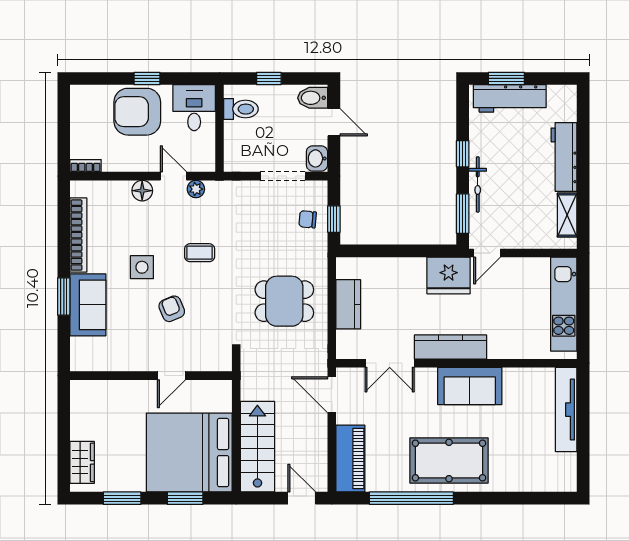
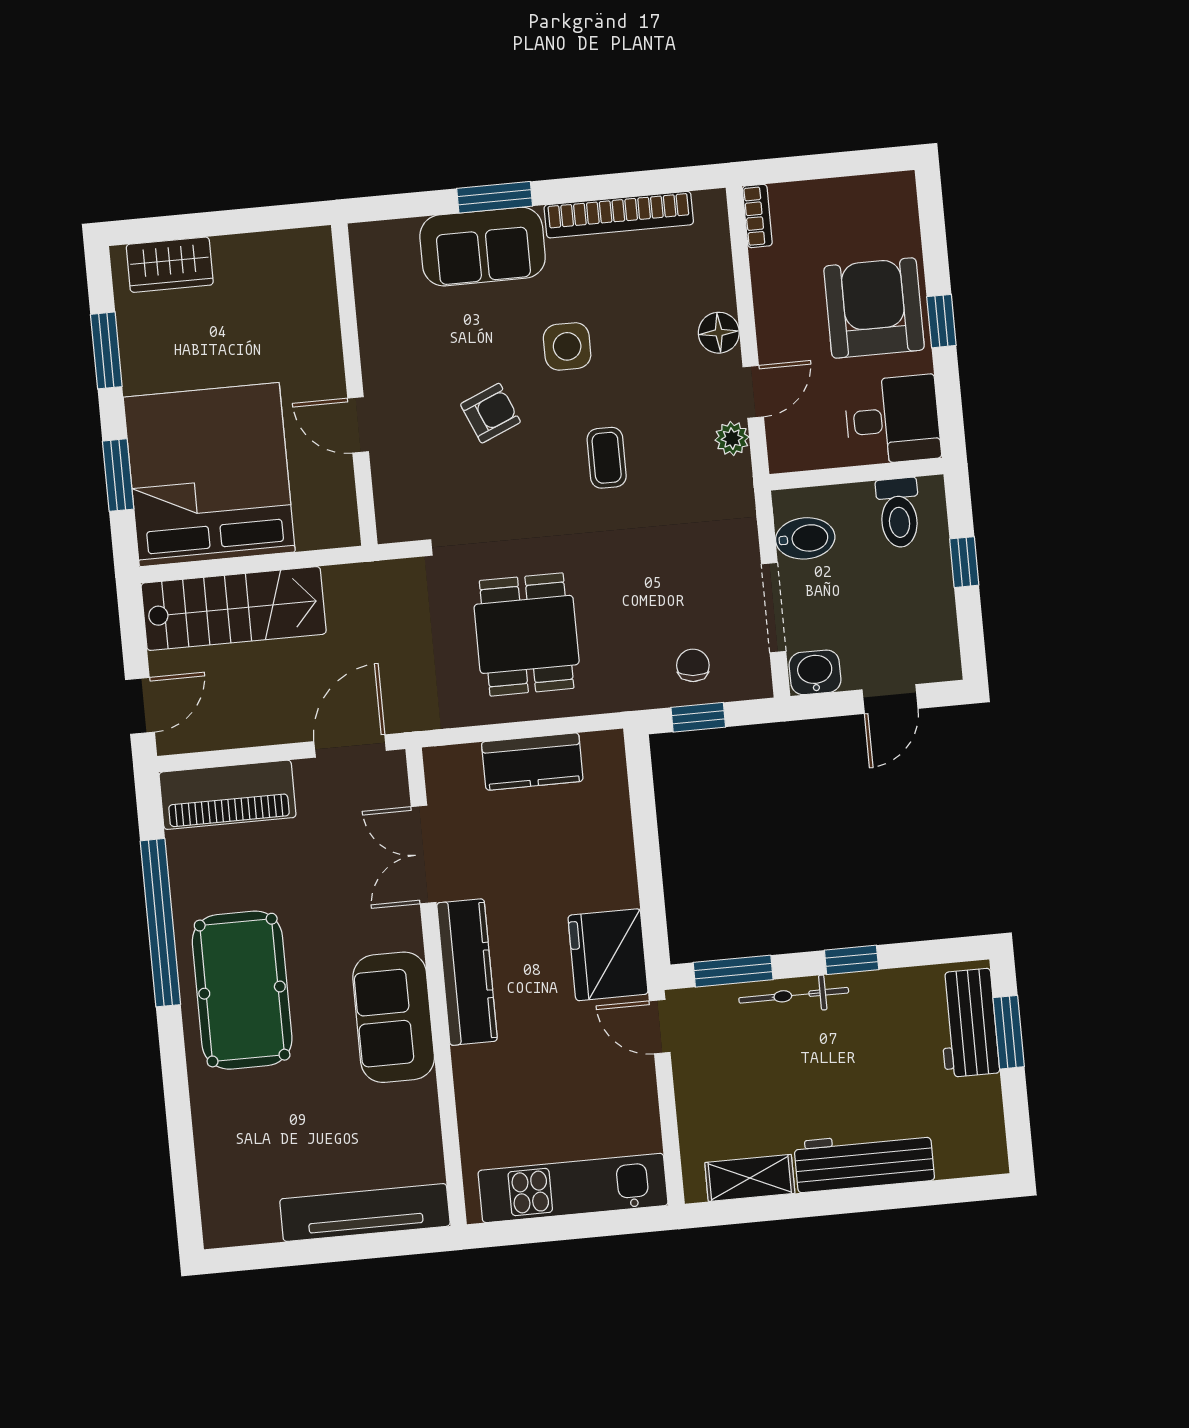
bidet: (313, 98) -> (805, 538), moved, turned 90
workbench: (510, 98) -> (968, 1023), width x0.73

